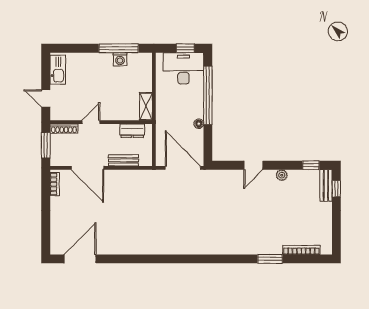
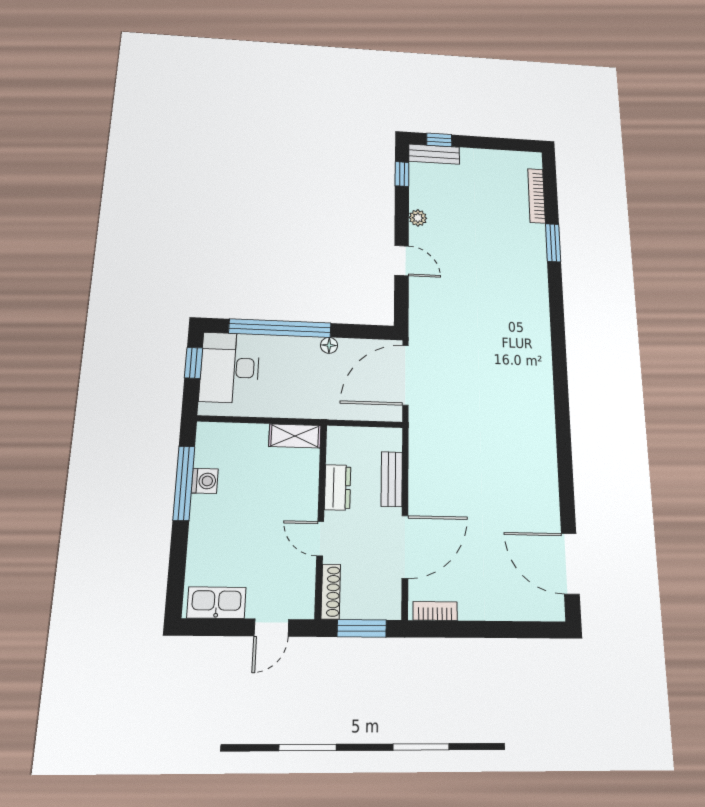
dresser: (132, 131) -> (338, 487), moved

